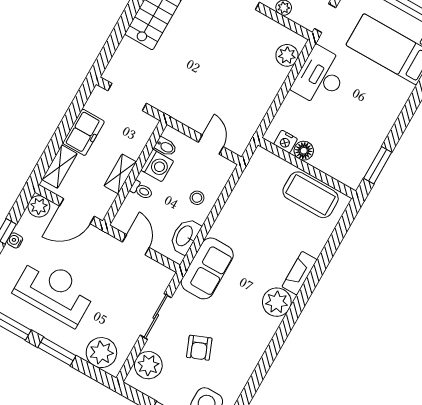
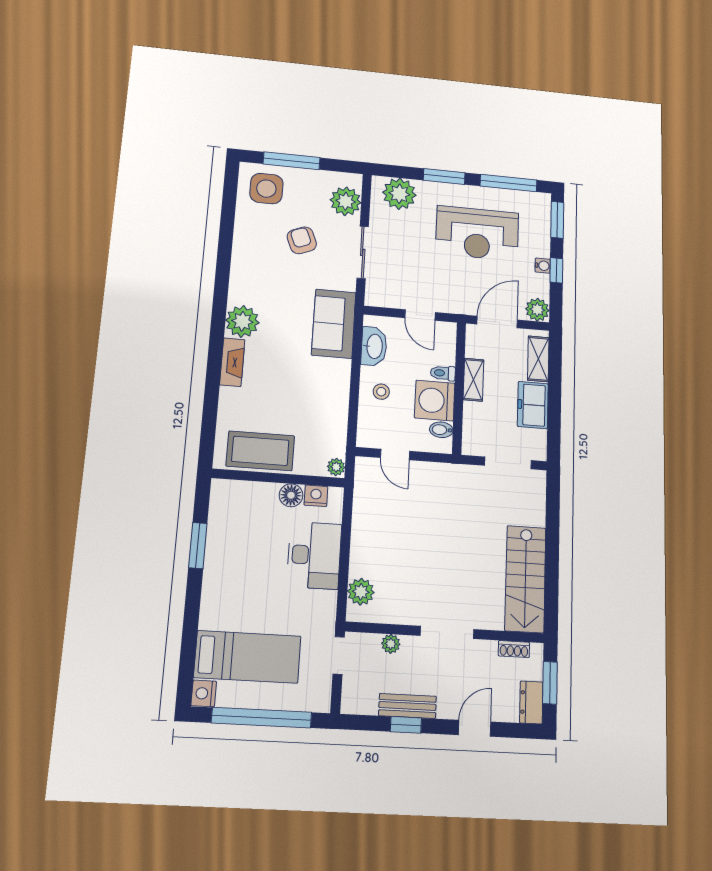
desk: (320, 77) -> (314, 555), moved
plant: (260, 156) -> (336, 467), added
window: (378, 165) -> (198, 545), moved
washing machine: (157, 166) -> (435, 400), width x1.37, depth x1.37

